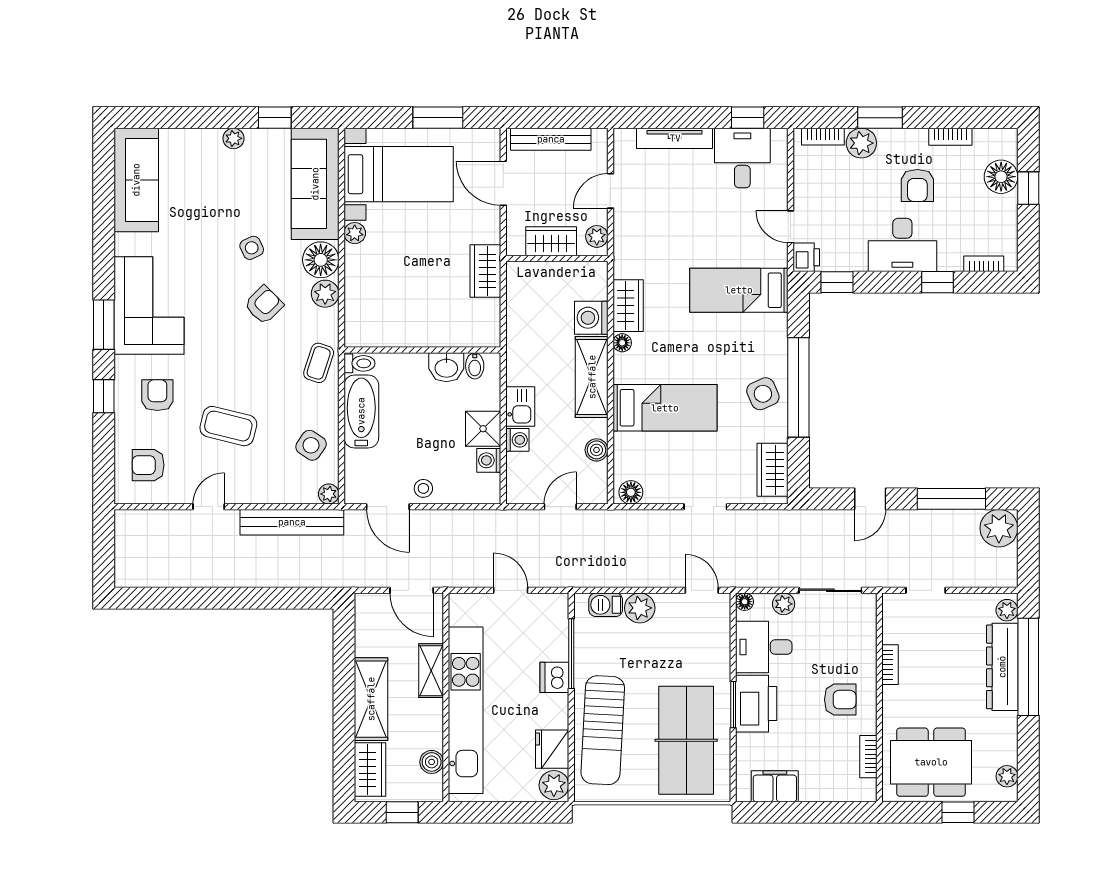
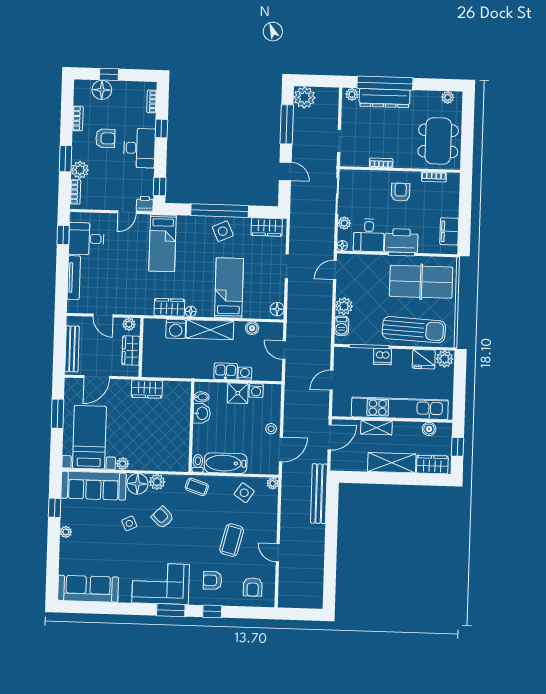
bench: (292, 522) -> (319, 494), moved
window: (958, 812) -> (468, 126), removed

